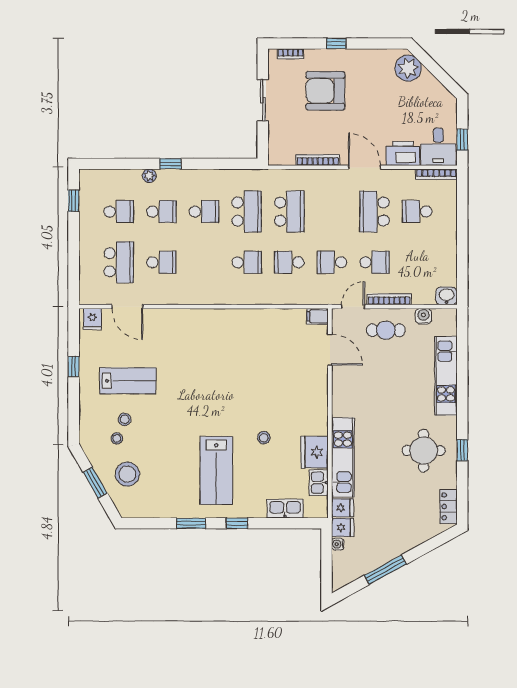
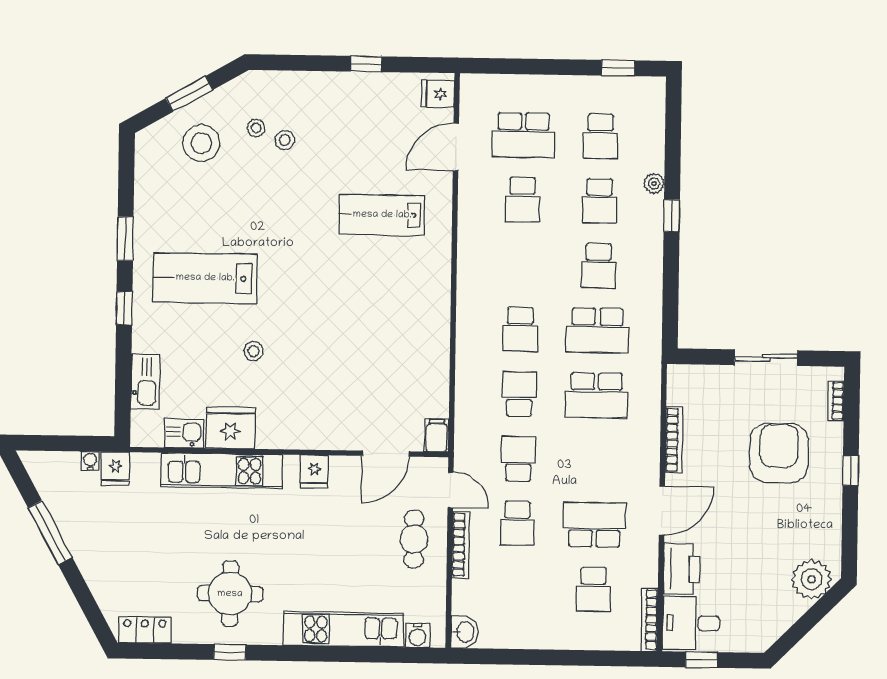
school desk: (417, 212) -> (593, 589), turned 180
water cooler: (423, 316) -> (418, 635), moved, turned 90
lab bench: (128, 381) -> (382, 215), moved, turned 90
fridge: (342, 508) -> (314, 472), moved

